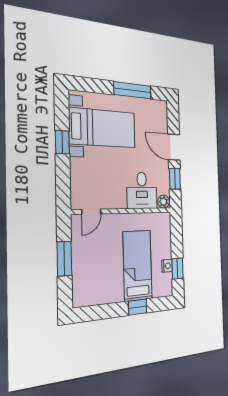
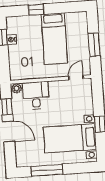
bed: (138, 265) -> (54, 39), moved

